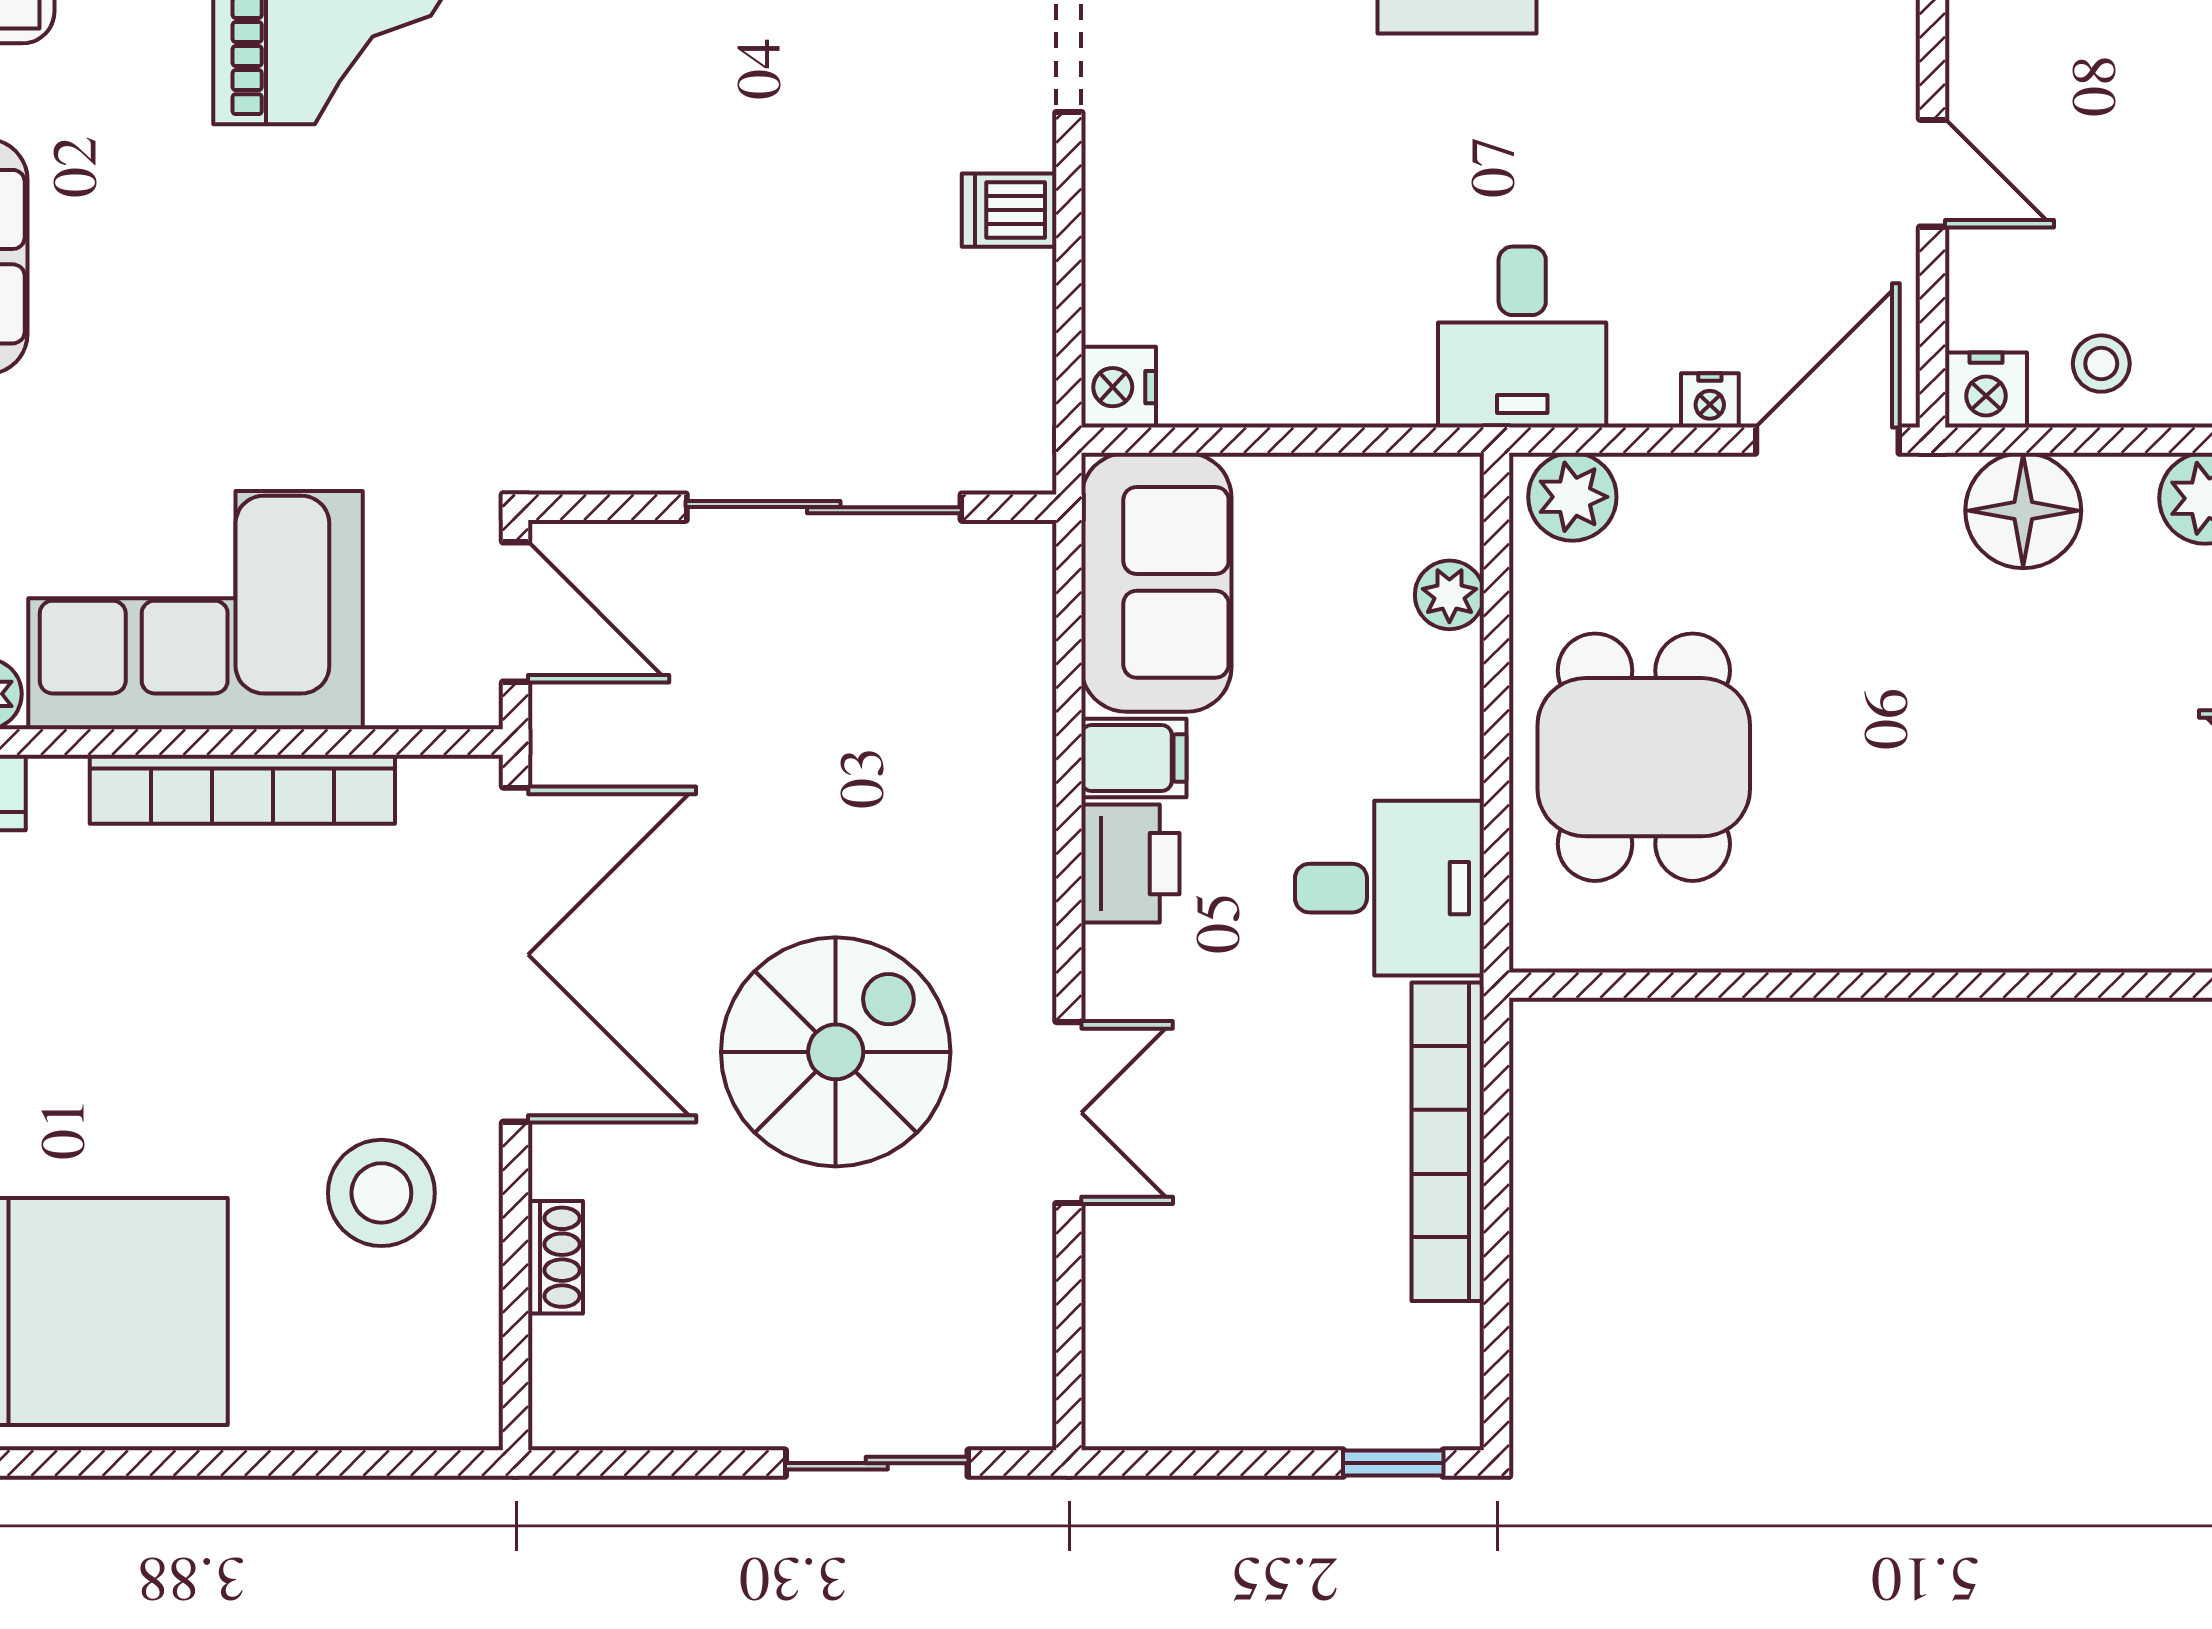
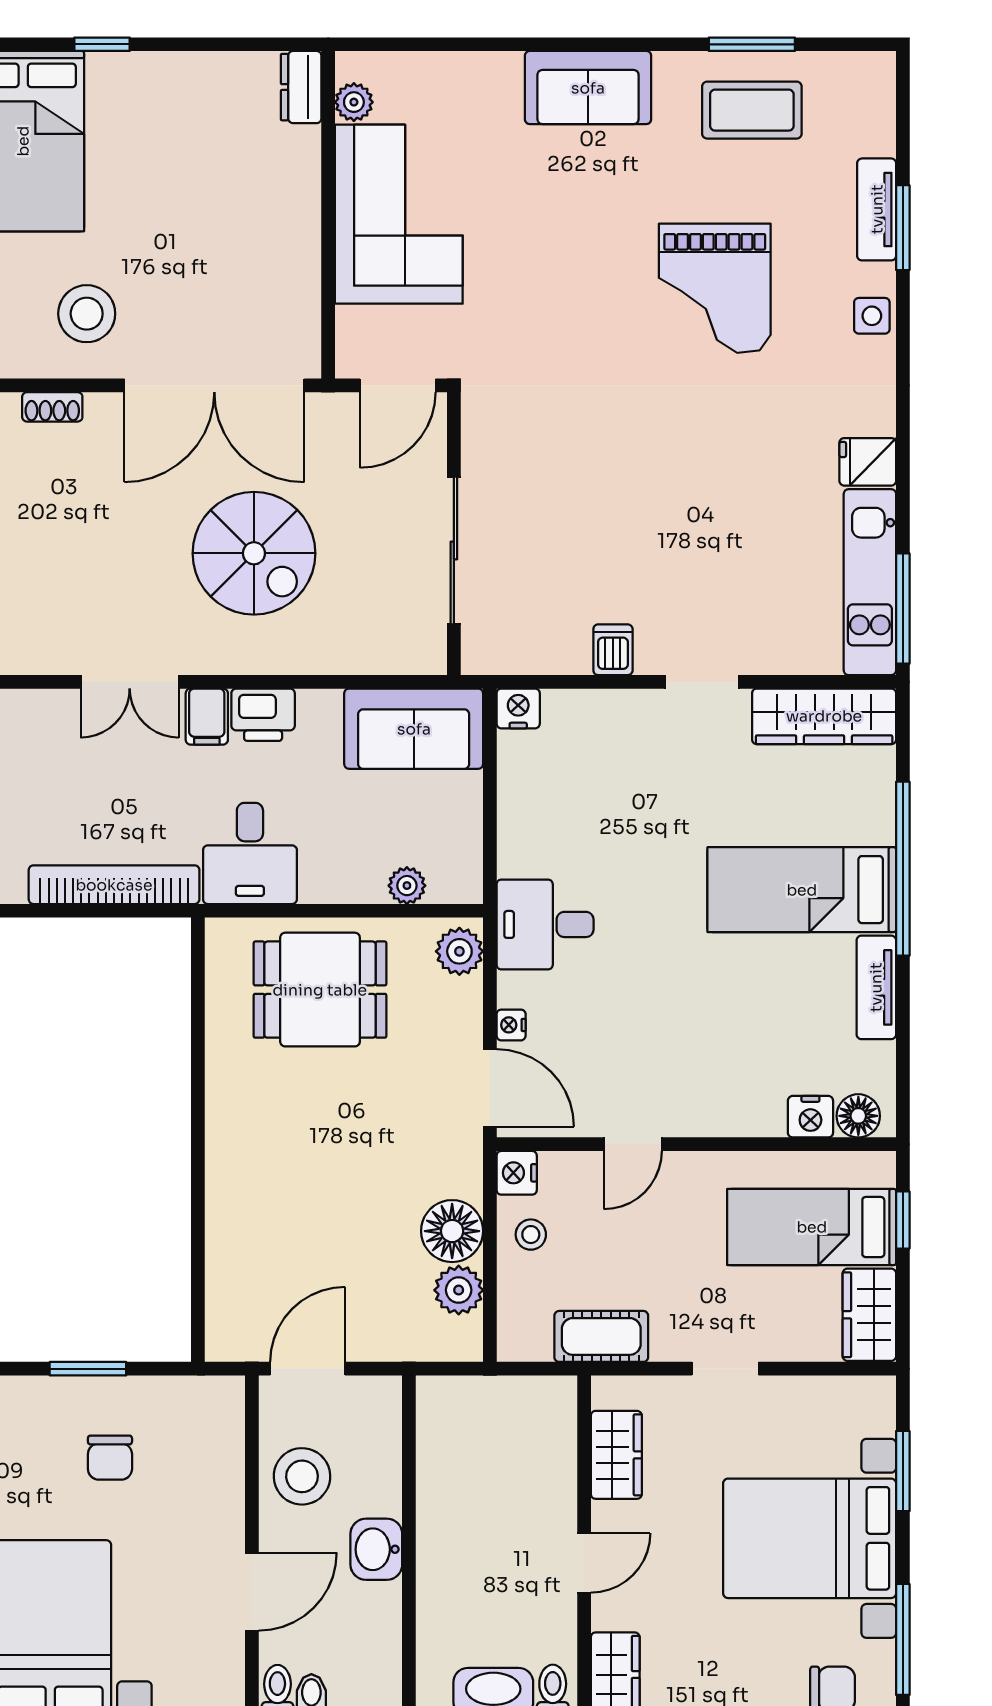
floor lamp: (2023, 511) -> (452, 1231), moved
filing cabinet: (1134, 758) -> (207, 717), moved
bookcase: (242, 789) -> (303, 239), removed
spiral stairs: (836, 1052) -> (254, 553), moved

